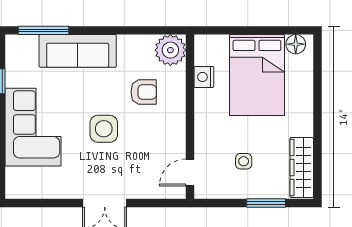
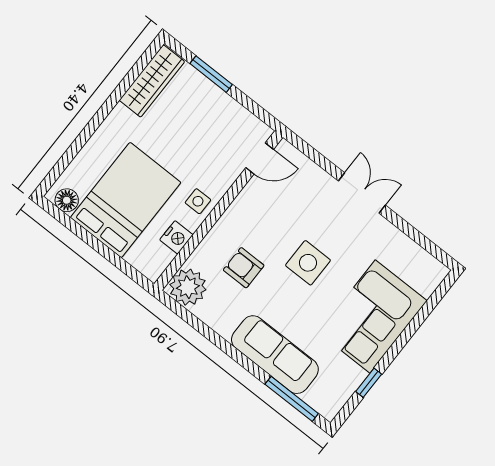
side table: (244, 161) -> (198, 201), moved

